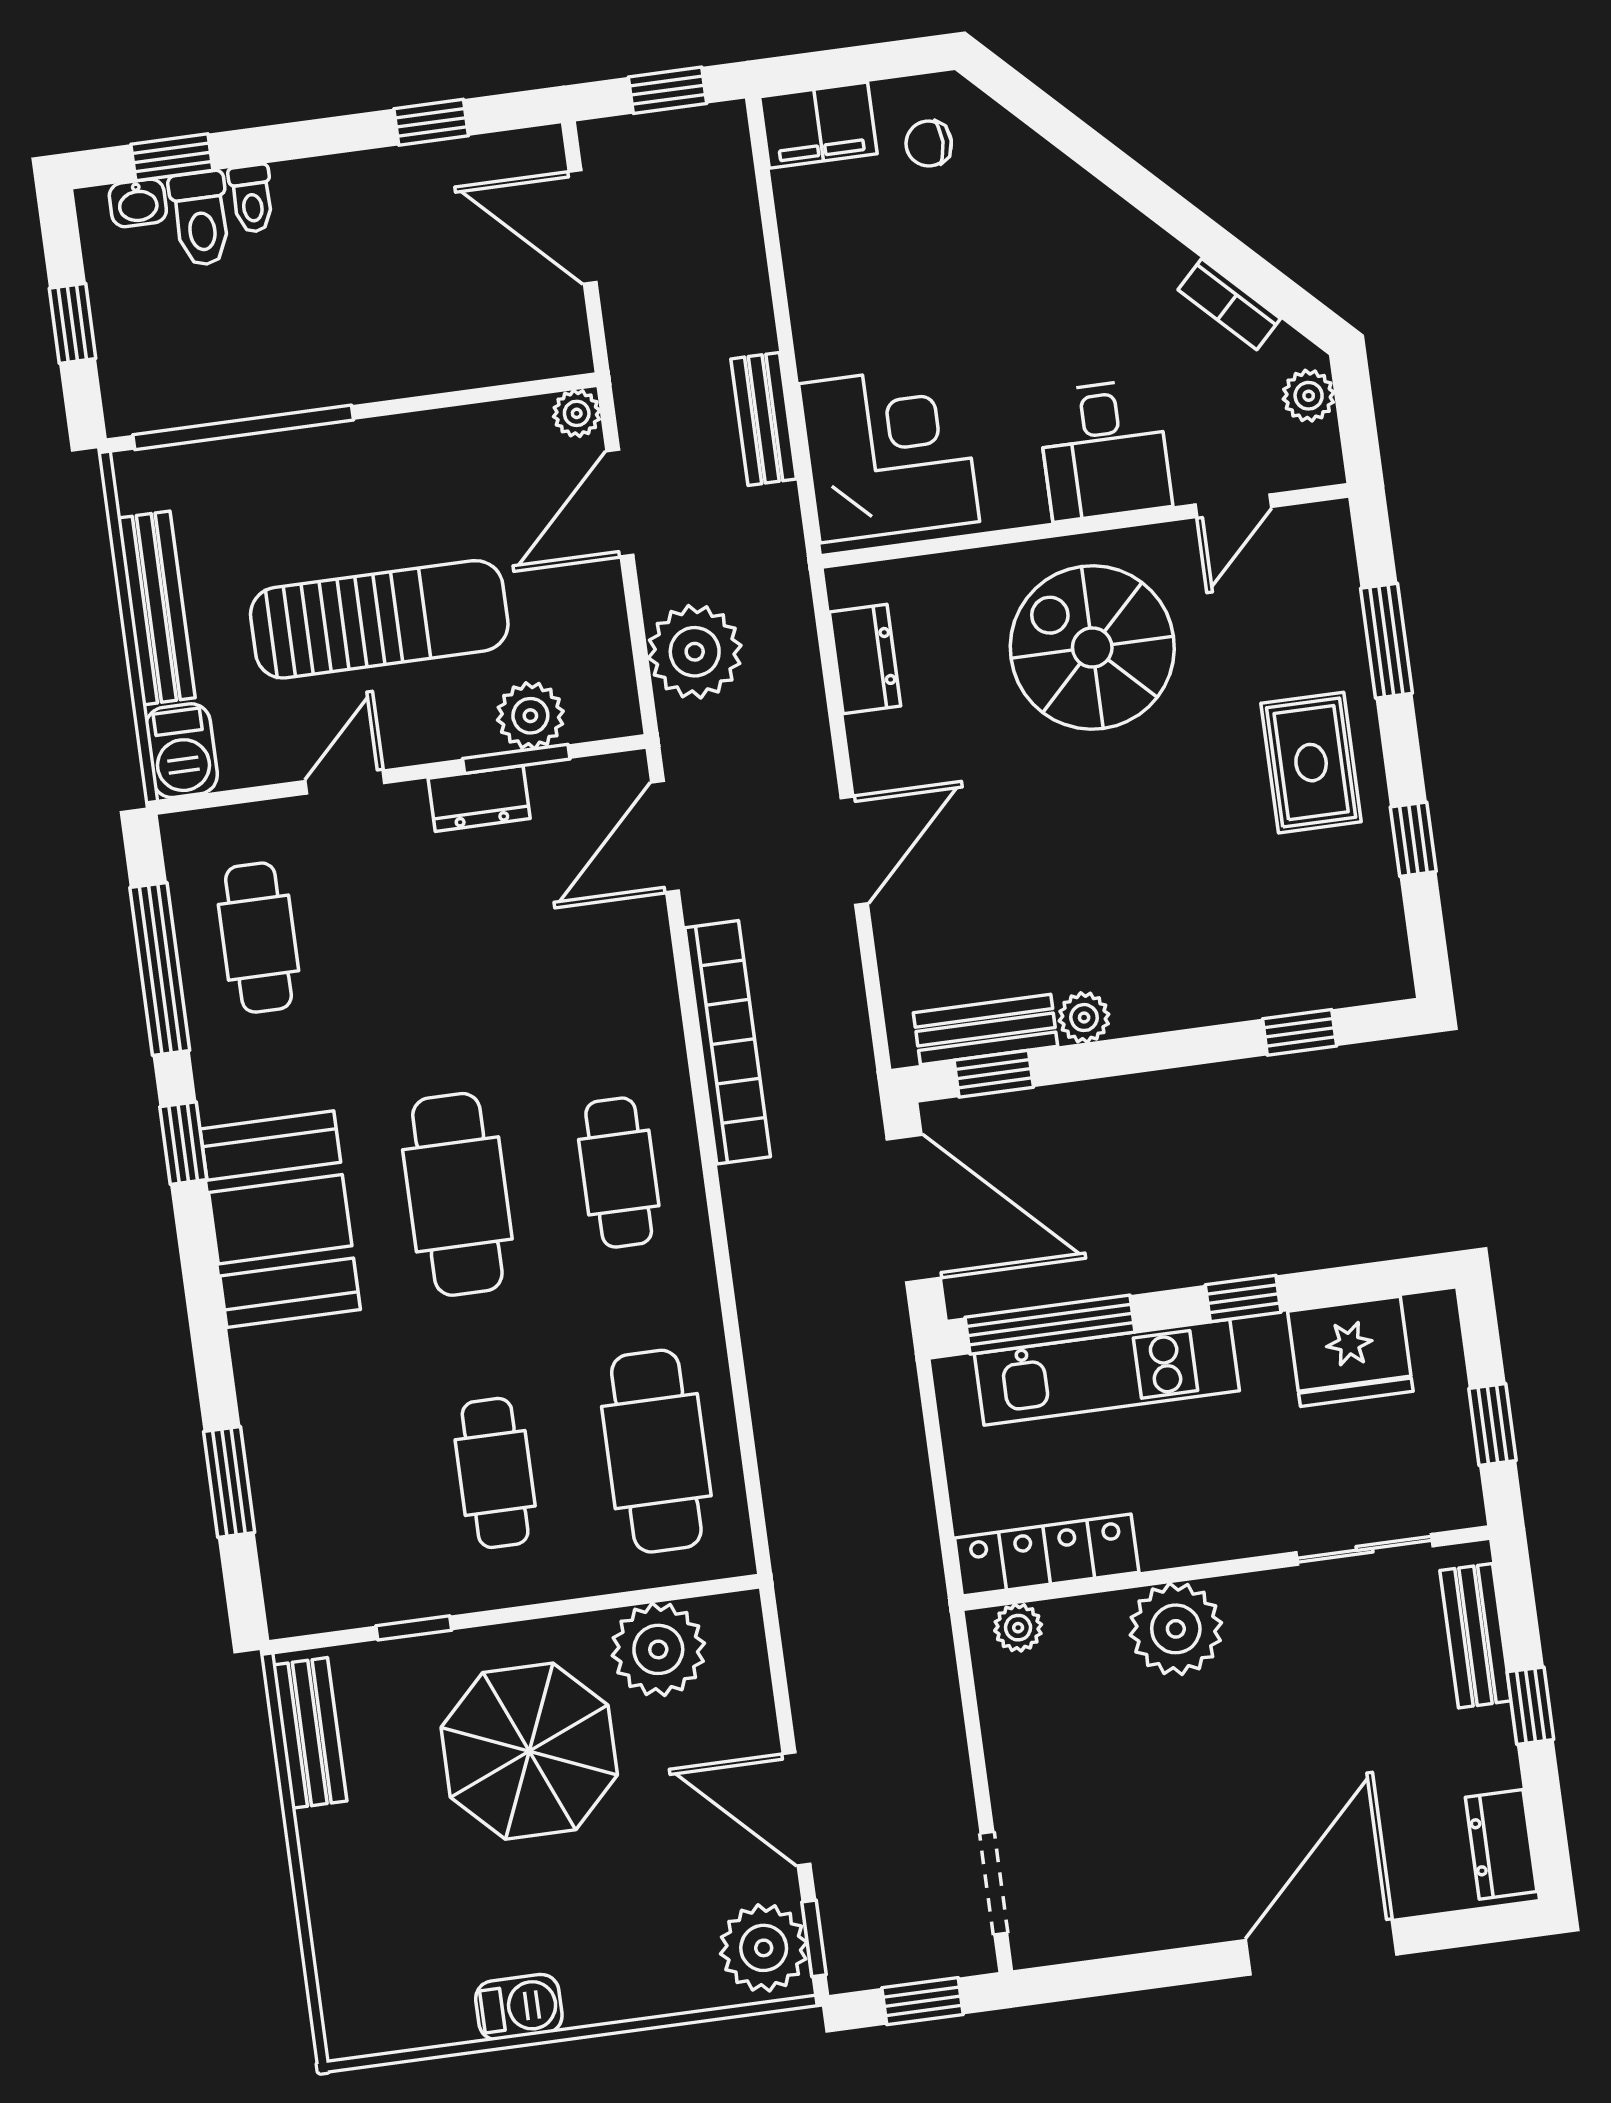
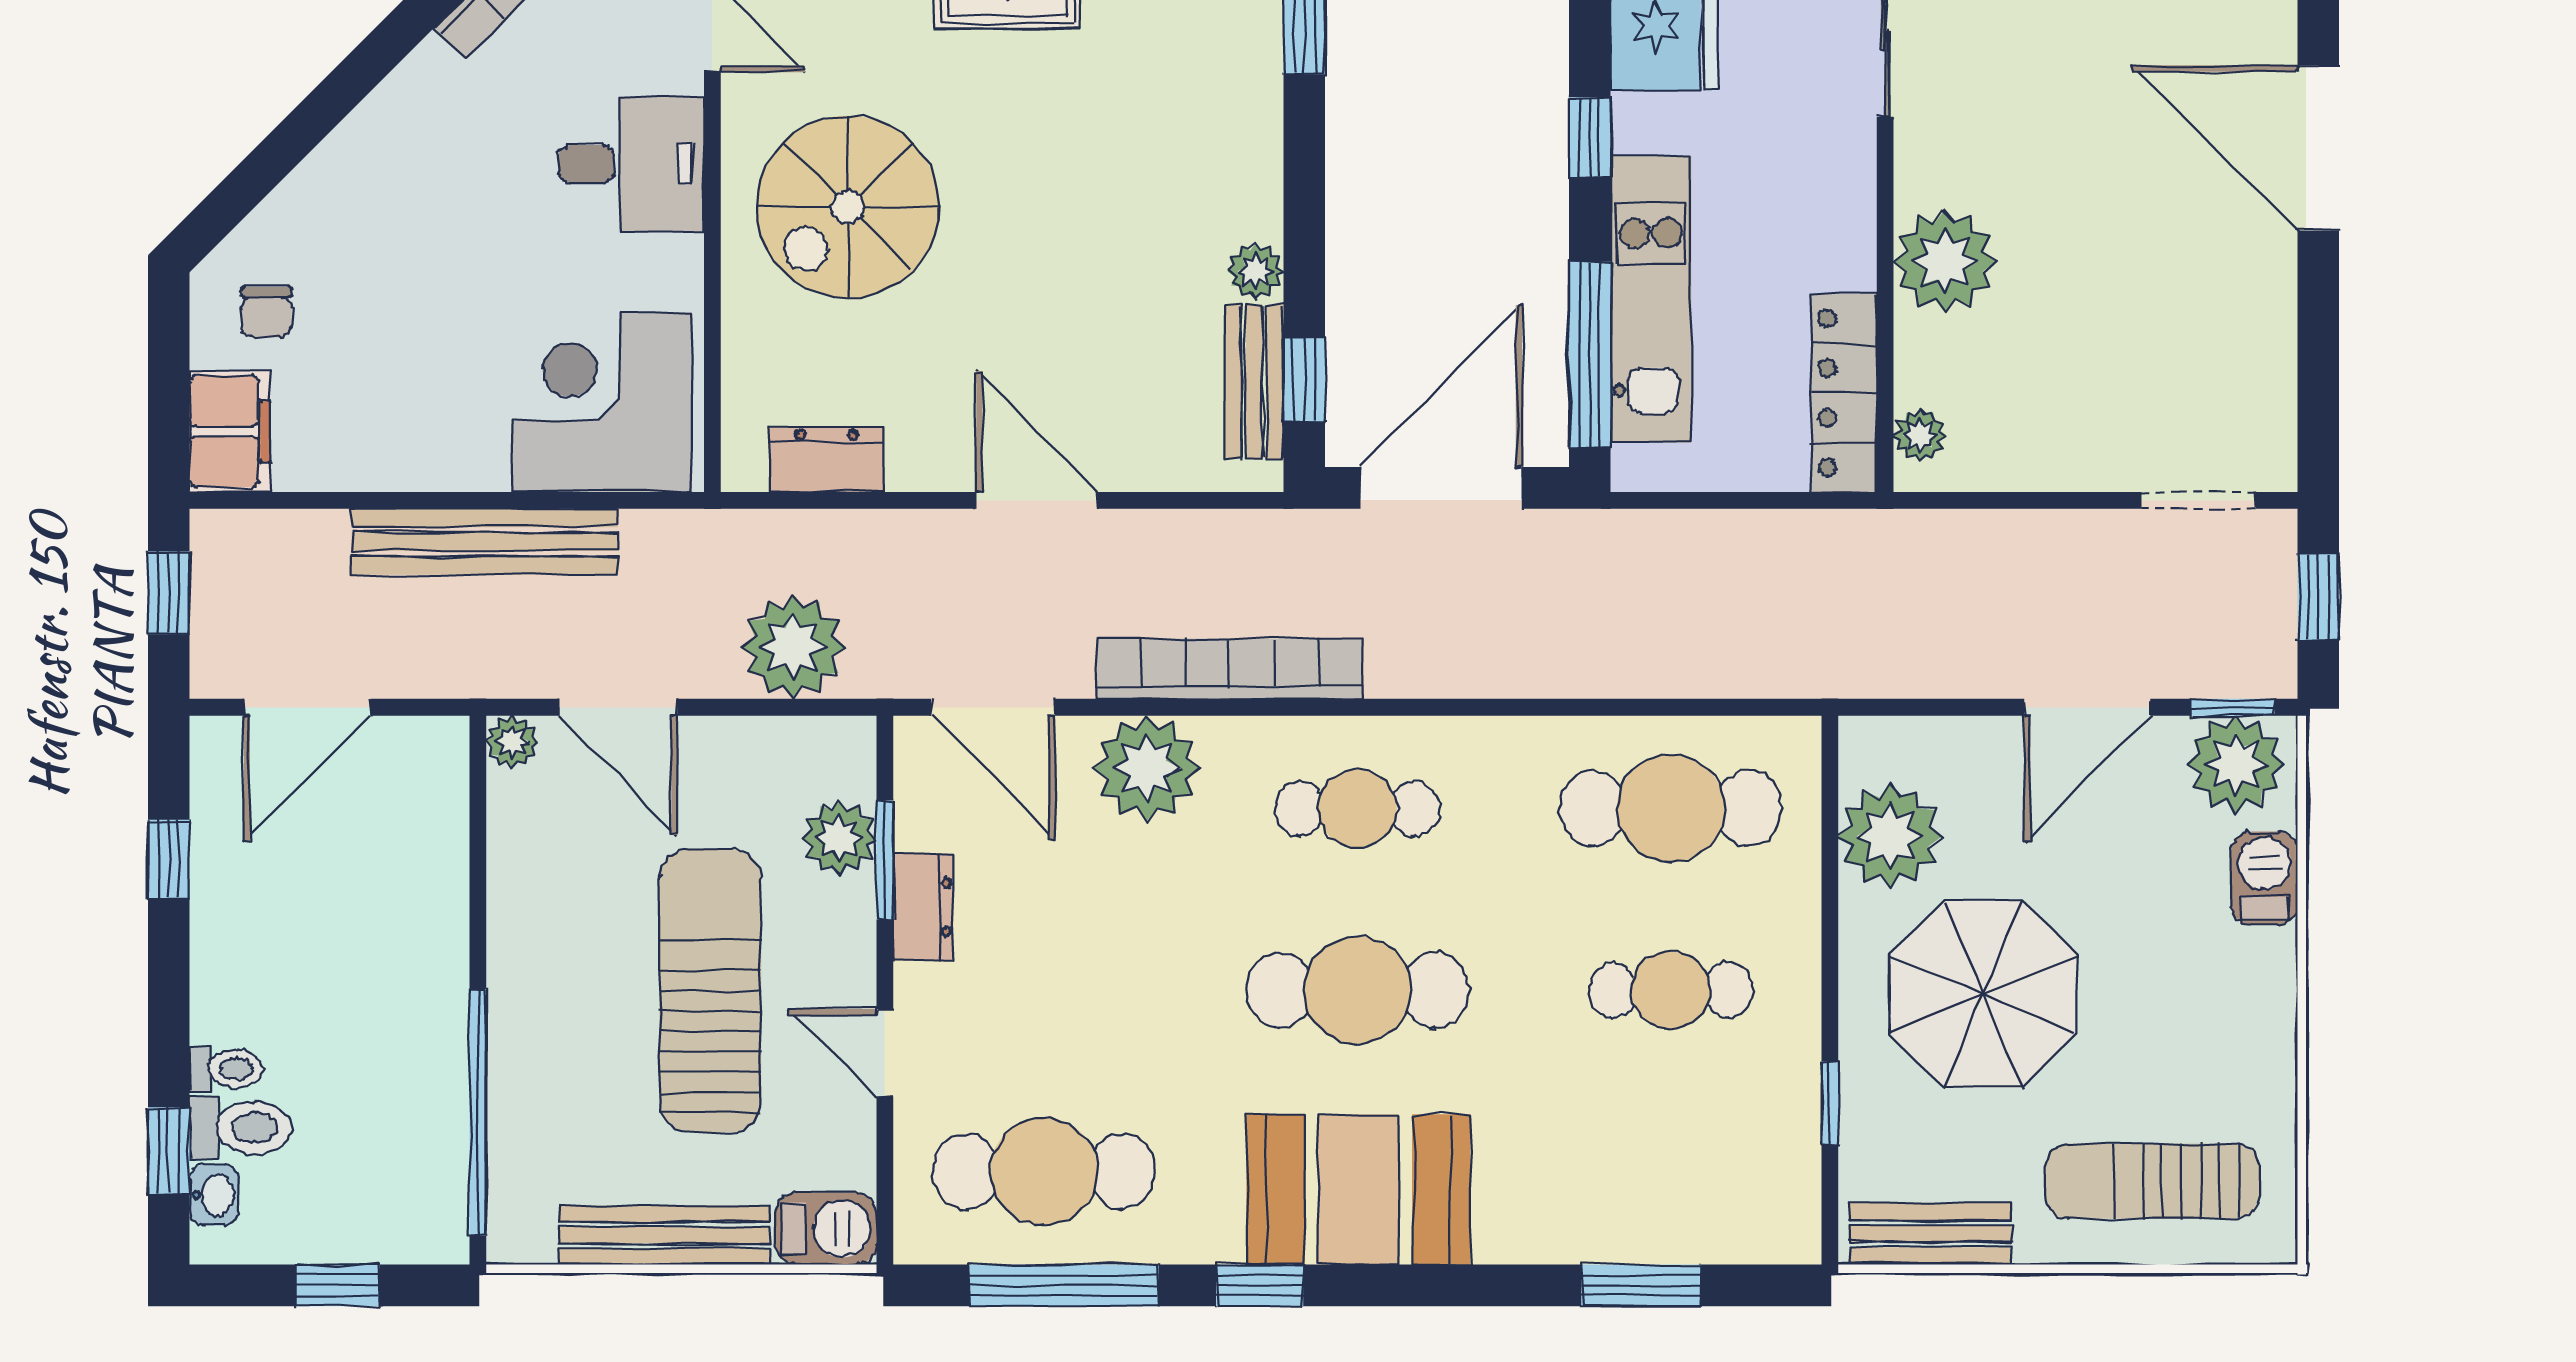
bench: (764, 419) -> (485, 542), width x1.86, depth x1.21
cafe table: (258, 938) -> (1044, 1172), width x1.37, depth x1.35
plant: (629, 981) -> (1147, 768), added
sun lounger: (383, 1924) -> (2153, 1181), added
barbecue: (519, 2007) -> (2265, 878), moved

